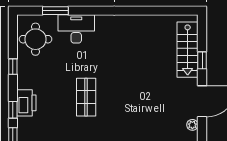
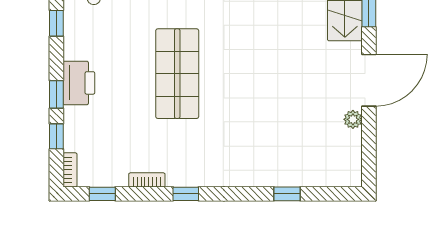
shop shelf: (86, 97) -> (177, 74), width x1.43, depth x1.36

